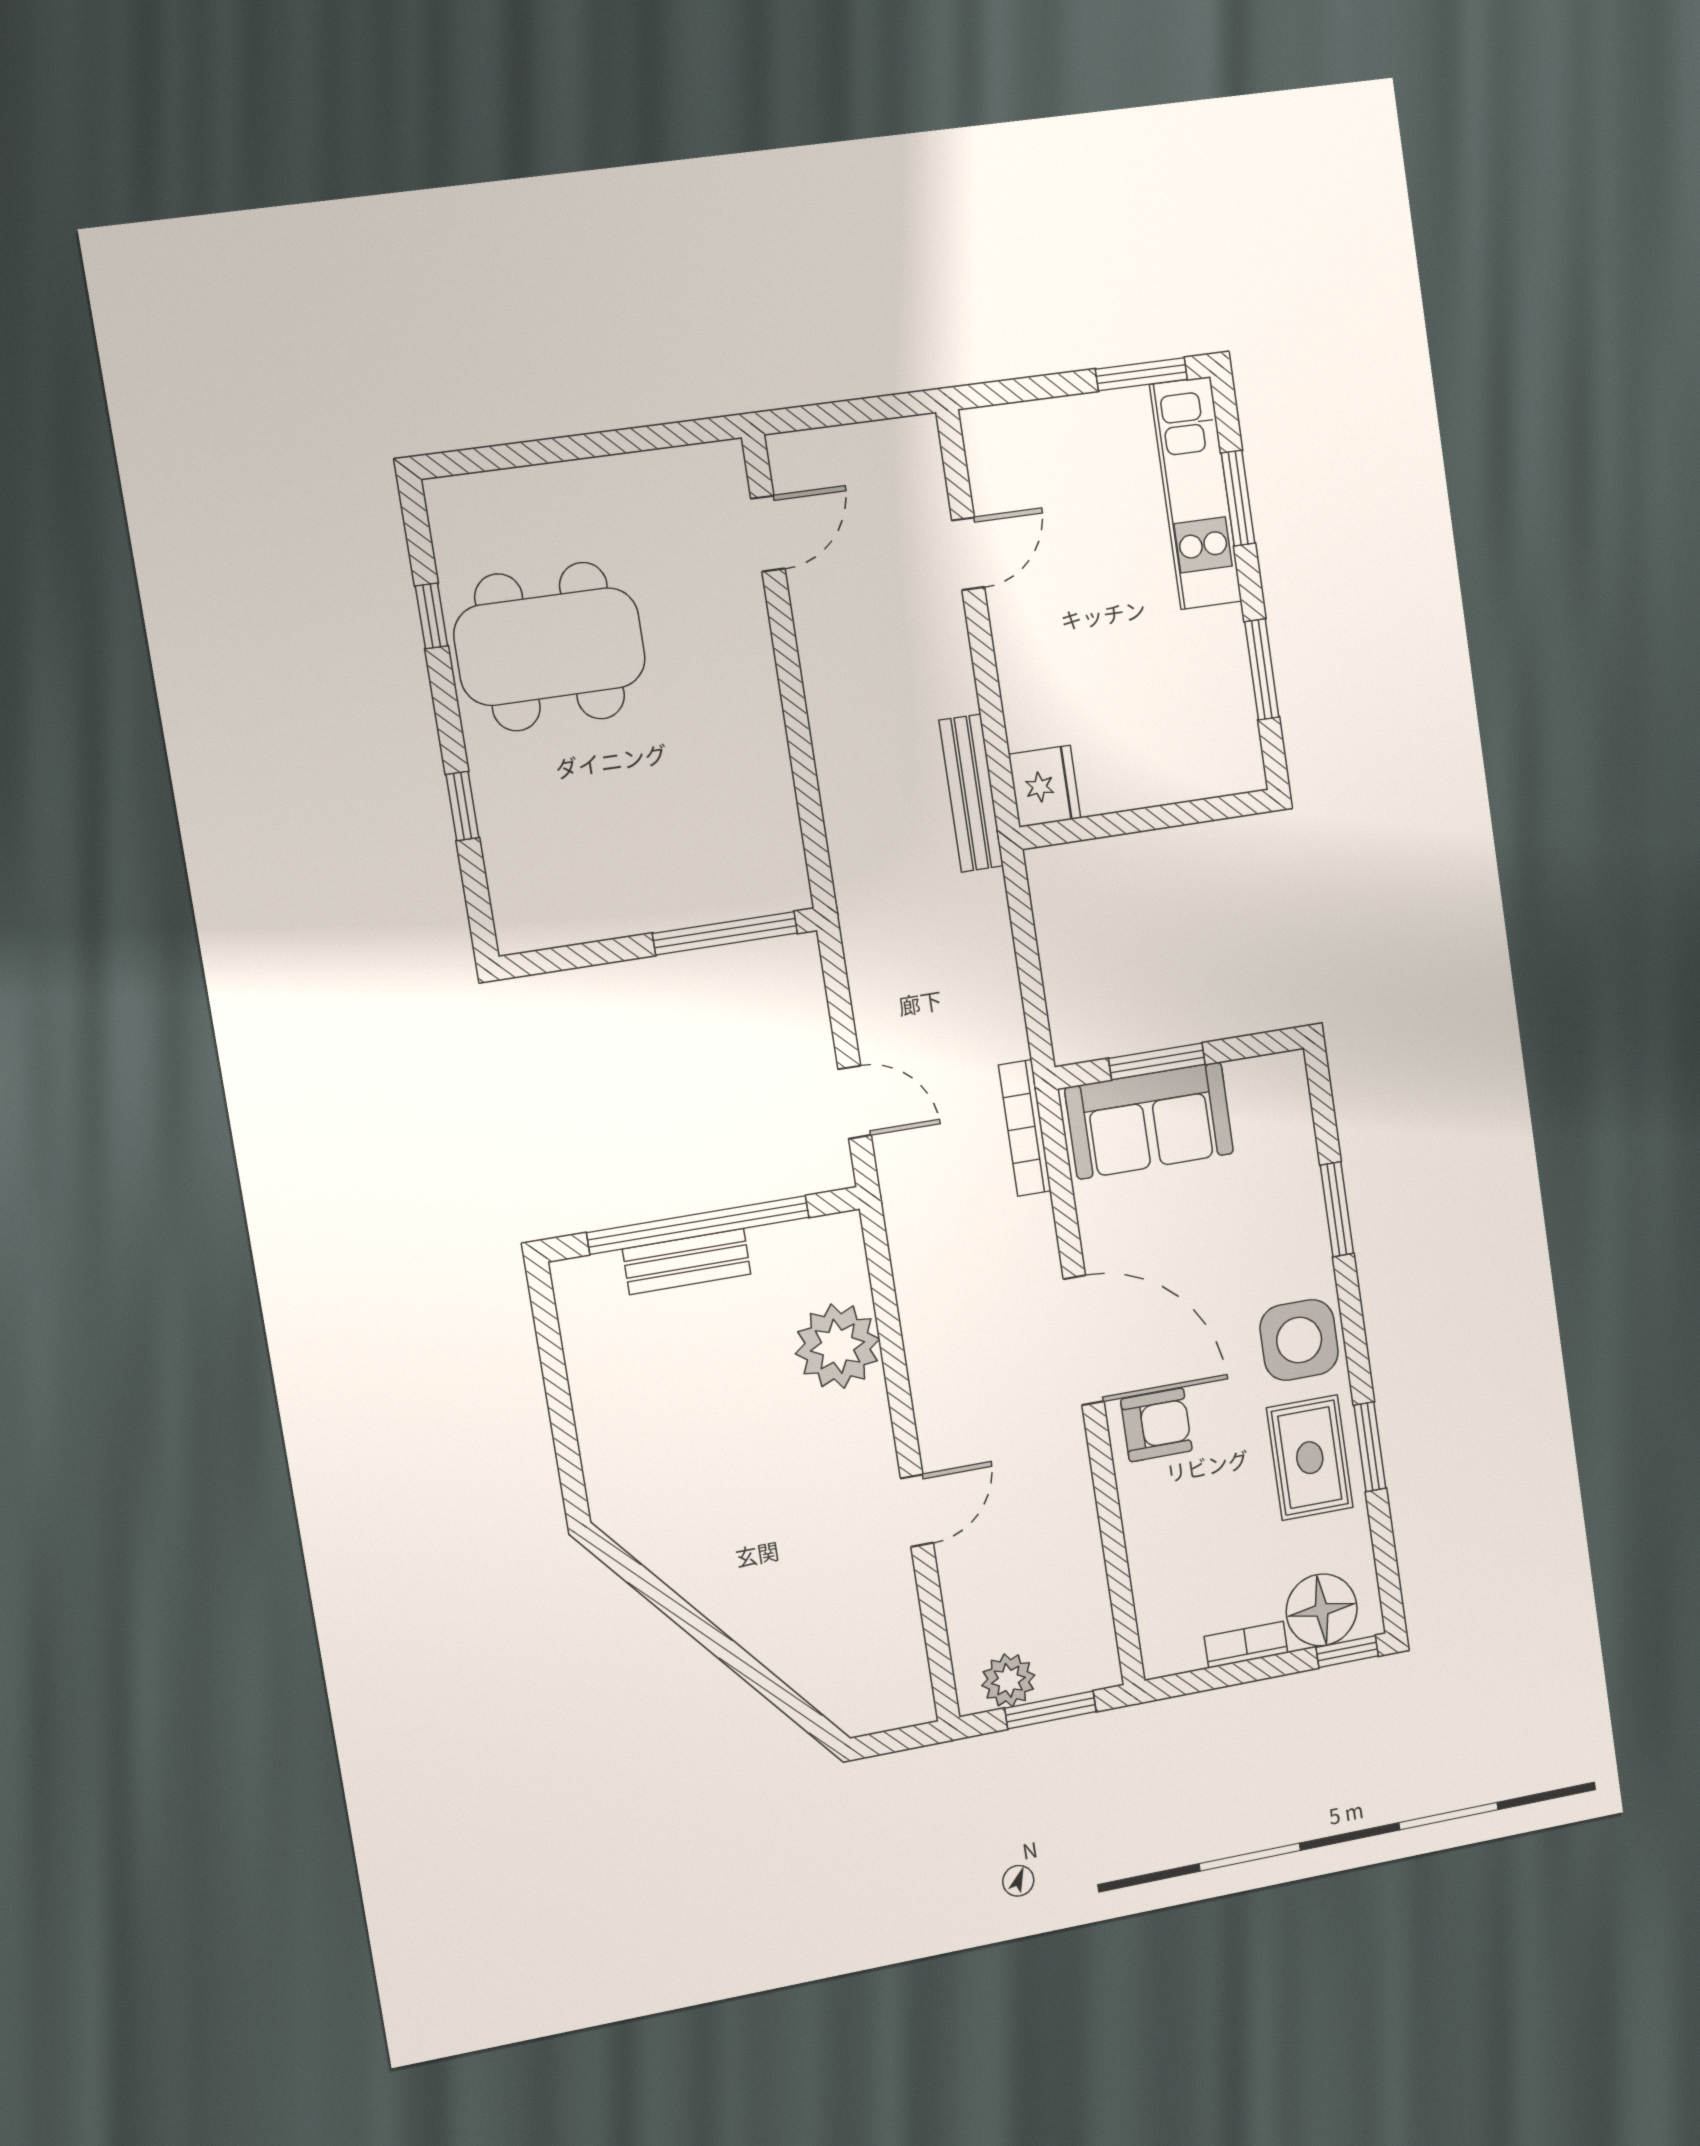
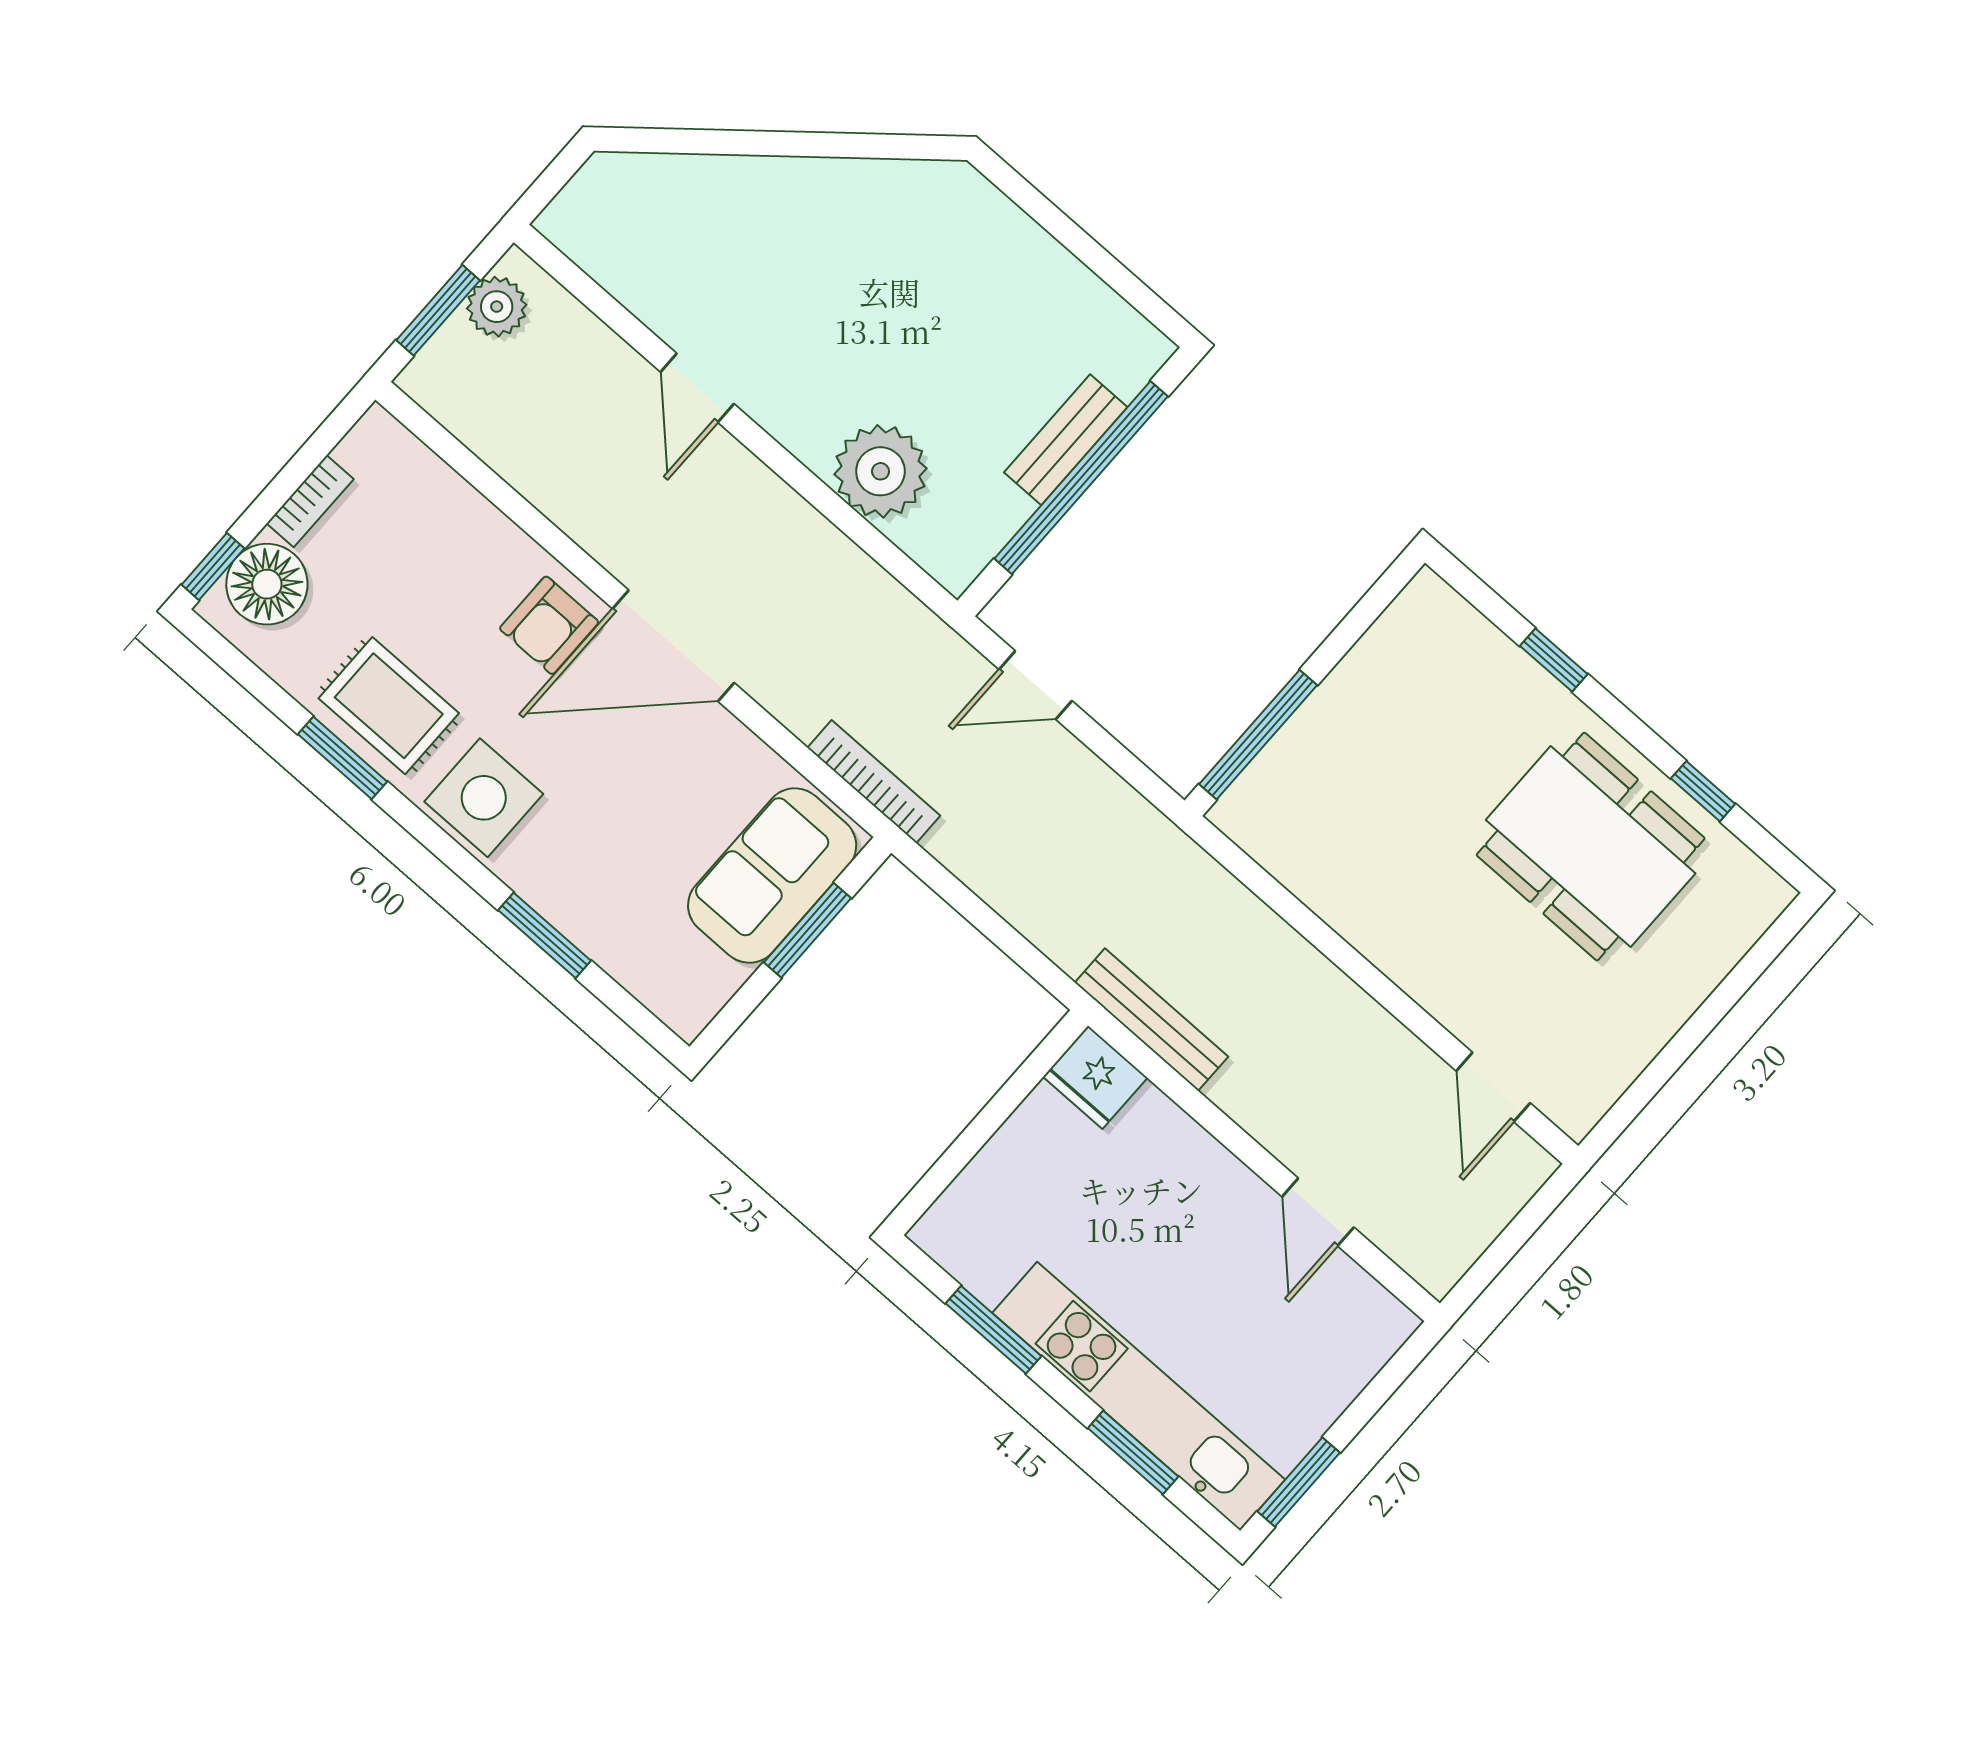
kitchen unit: (1196, 493) -> (1139, 1396), width x1.36
dining table: (550, 647) -> (1591, 847), turned 90

